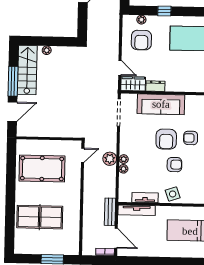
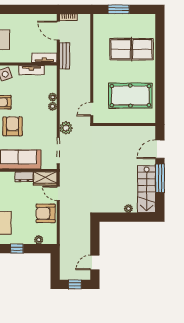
armchair: (141, 40) -> (46, 213), moved, turned -90
plant: (110, 159) -> (66, 128), moved
tv unit: (137, 210) -> (44, 58), width x0.71

